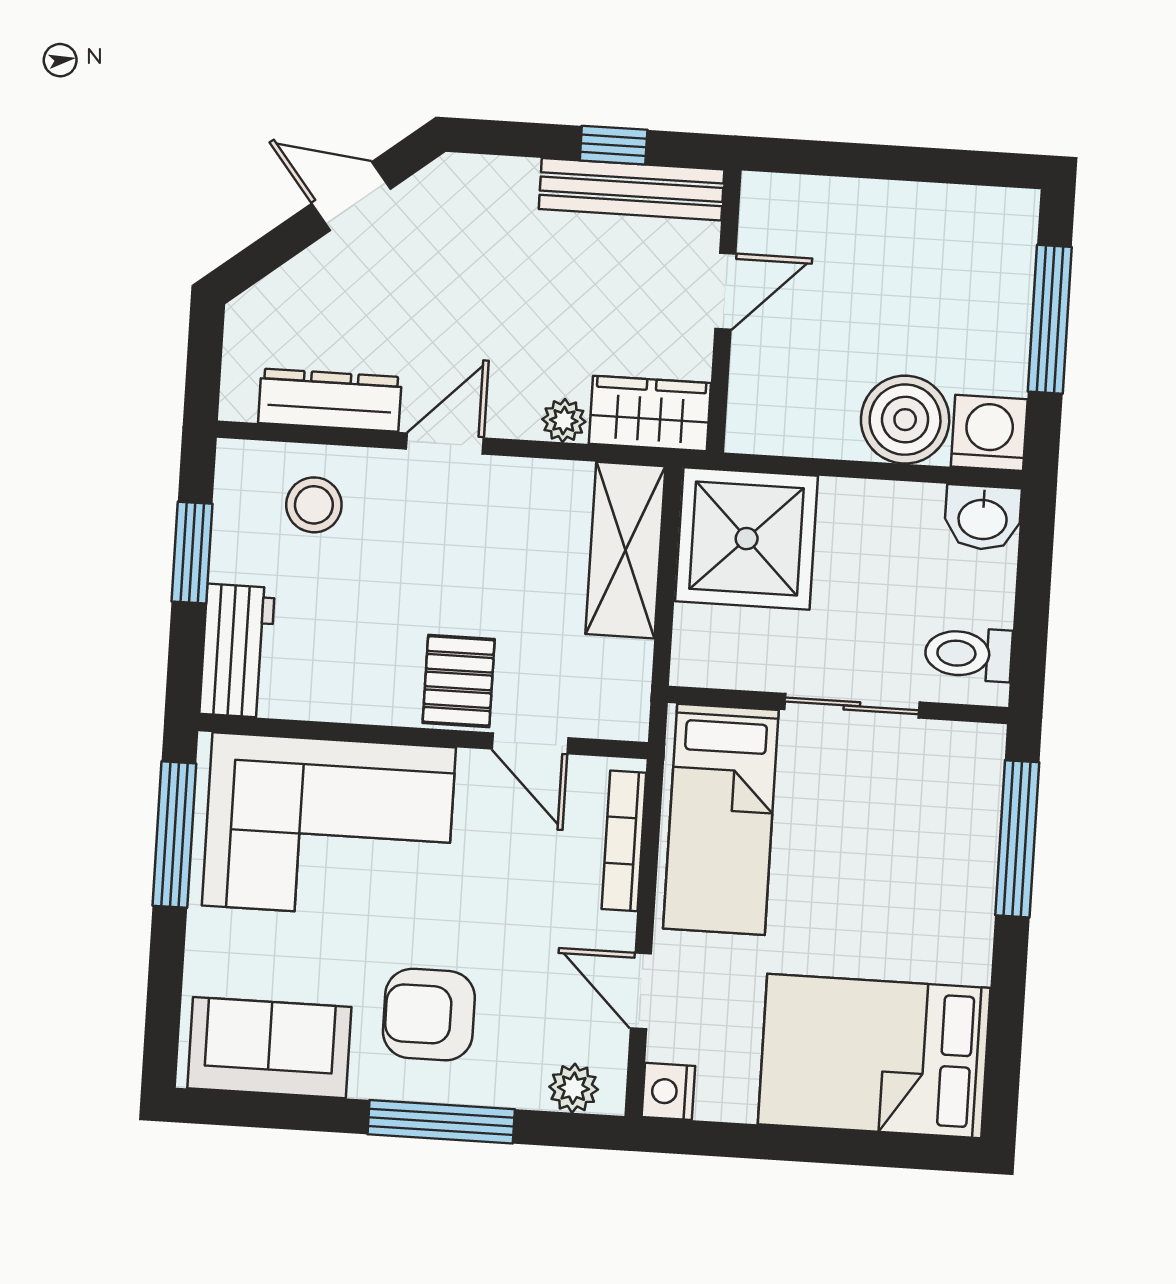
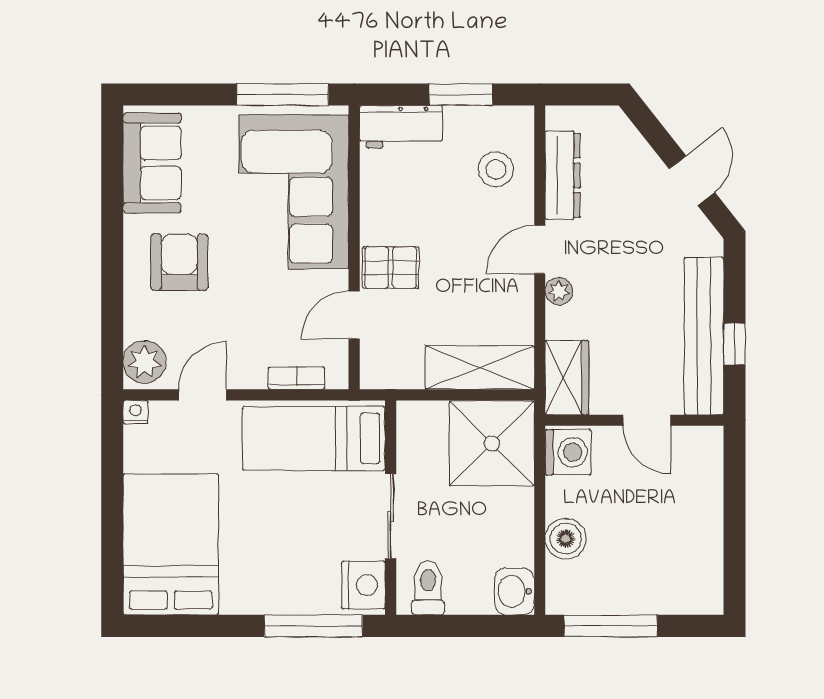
bench: (632, 189) -> (704, 336), width x1.37, depth x1.21
window: (1050, 319) -> (611, 626), moved
plant: (564, 420) -> (559, 291), moved
boiler: (905, 420) -> (566, 539), width x0.73, depth x0.73
washing machine: (989, 433) -> (568, 452), moved
door: (445, 443) -> (540, 250), swing flipped
nightstand: (958, 755) -> (364, 585), added
bookcase: (624, 841) -> (296, 378), width x0.64
plant: (574, 1088) -> (144, 362), width x1.38, depth x1.38
nightstand: (668, 1091) -> (136, 412), width x0.72, depth x0.74
window: (441, 1122) -> (112, 274), removed

